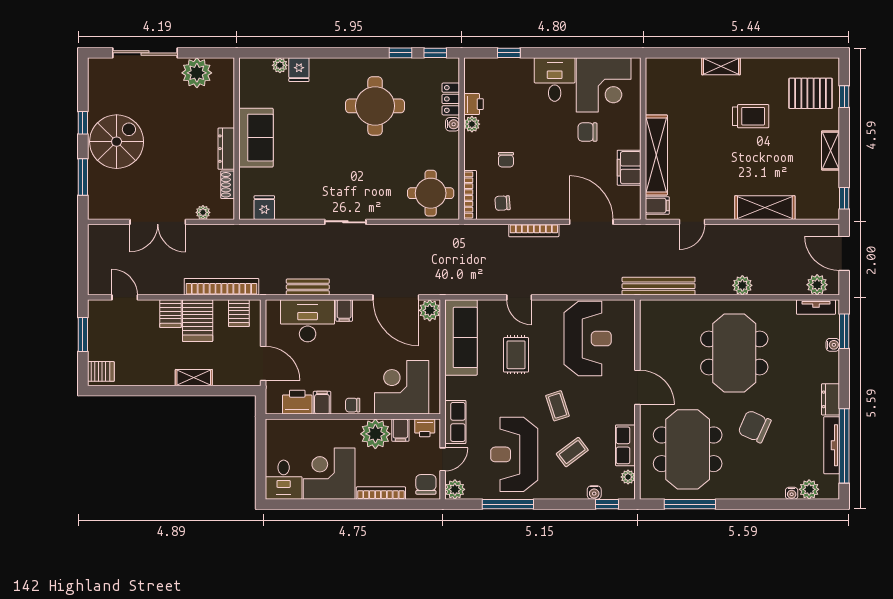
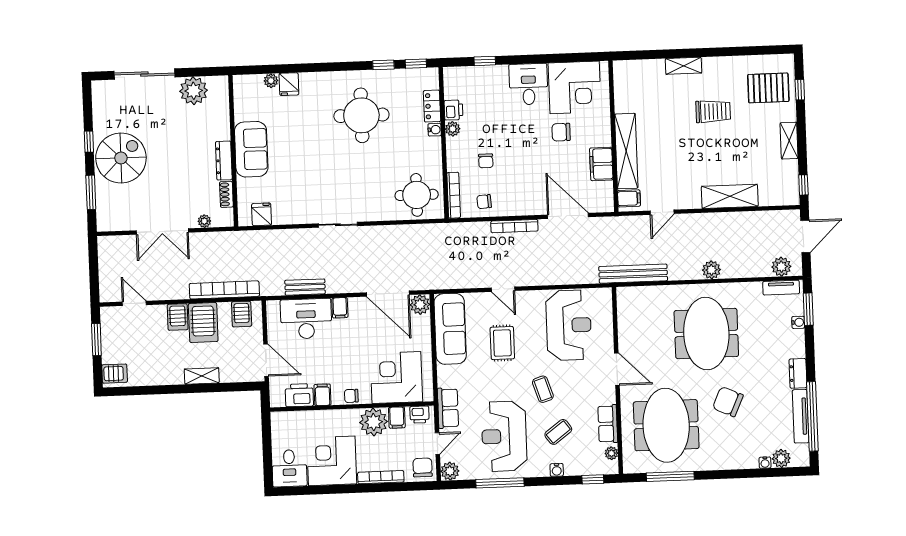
door: (844, 253) -> (805, 236), swing flipped
water cooler: (594, 492) -> (557, 470), moved

